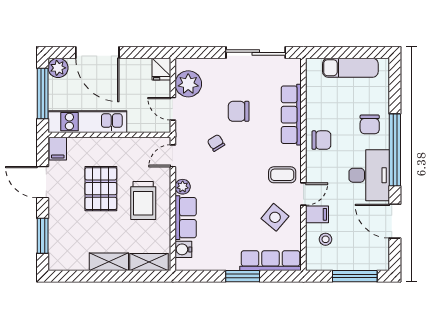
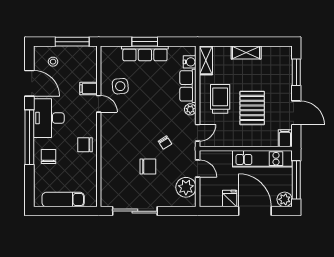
fridge: (161, 69) -> (230, 199), moved
row of seats: (291, 115) -> (108, 164), removed
coffee table: (282, 175) -> (115, 118), removed
door: (303, 194) -> (99, 104), swing flipped
side table: (275, 217) -> (120, 86), turned 45
stool: (326, 239) -> (53, 62), moved
row of seats: (270, 261) -> (145, 53), moved
shelving: (149, 262) -> (206, 60), moved, turned 90
window: (355, 276) -> (72, 42), moved

